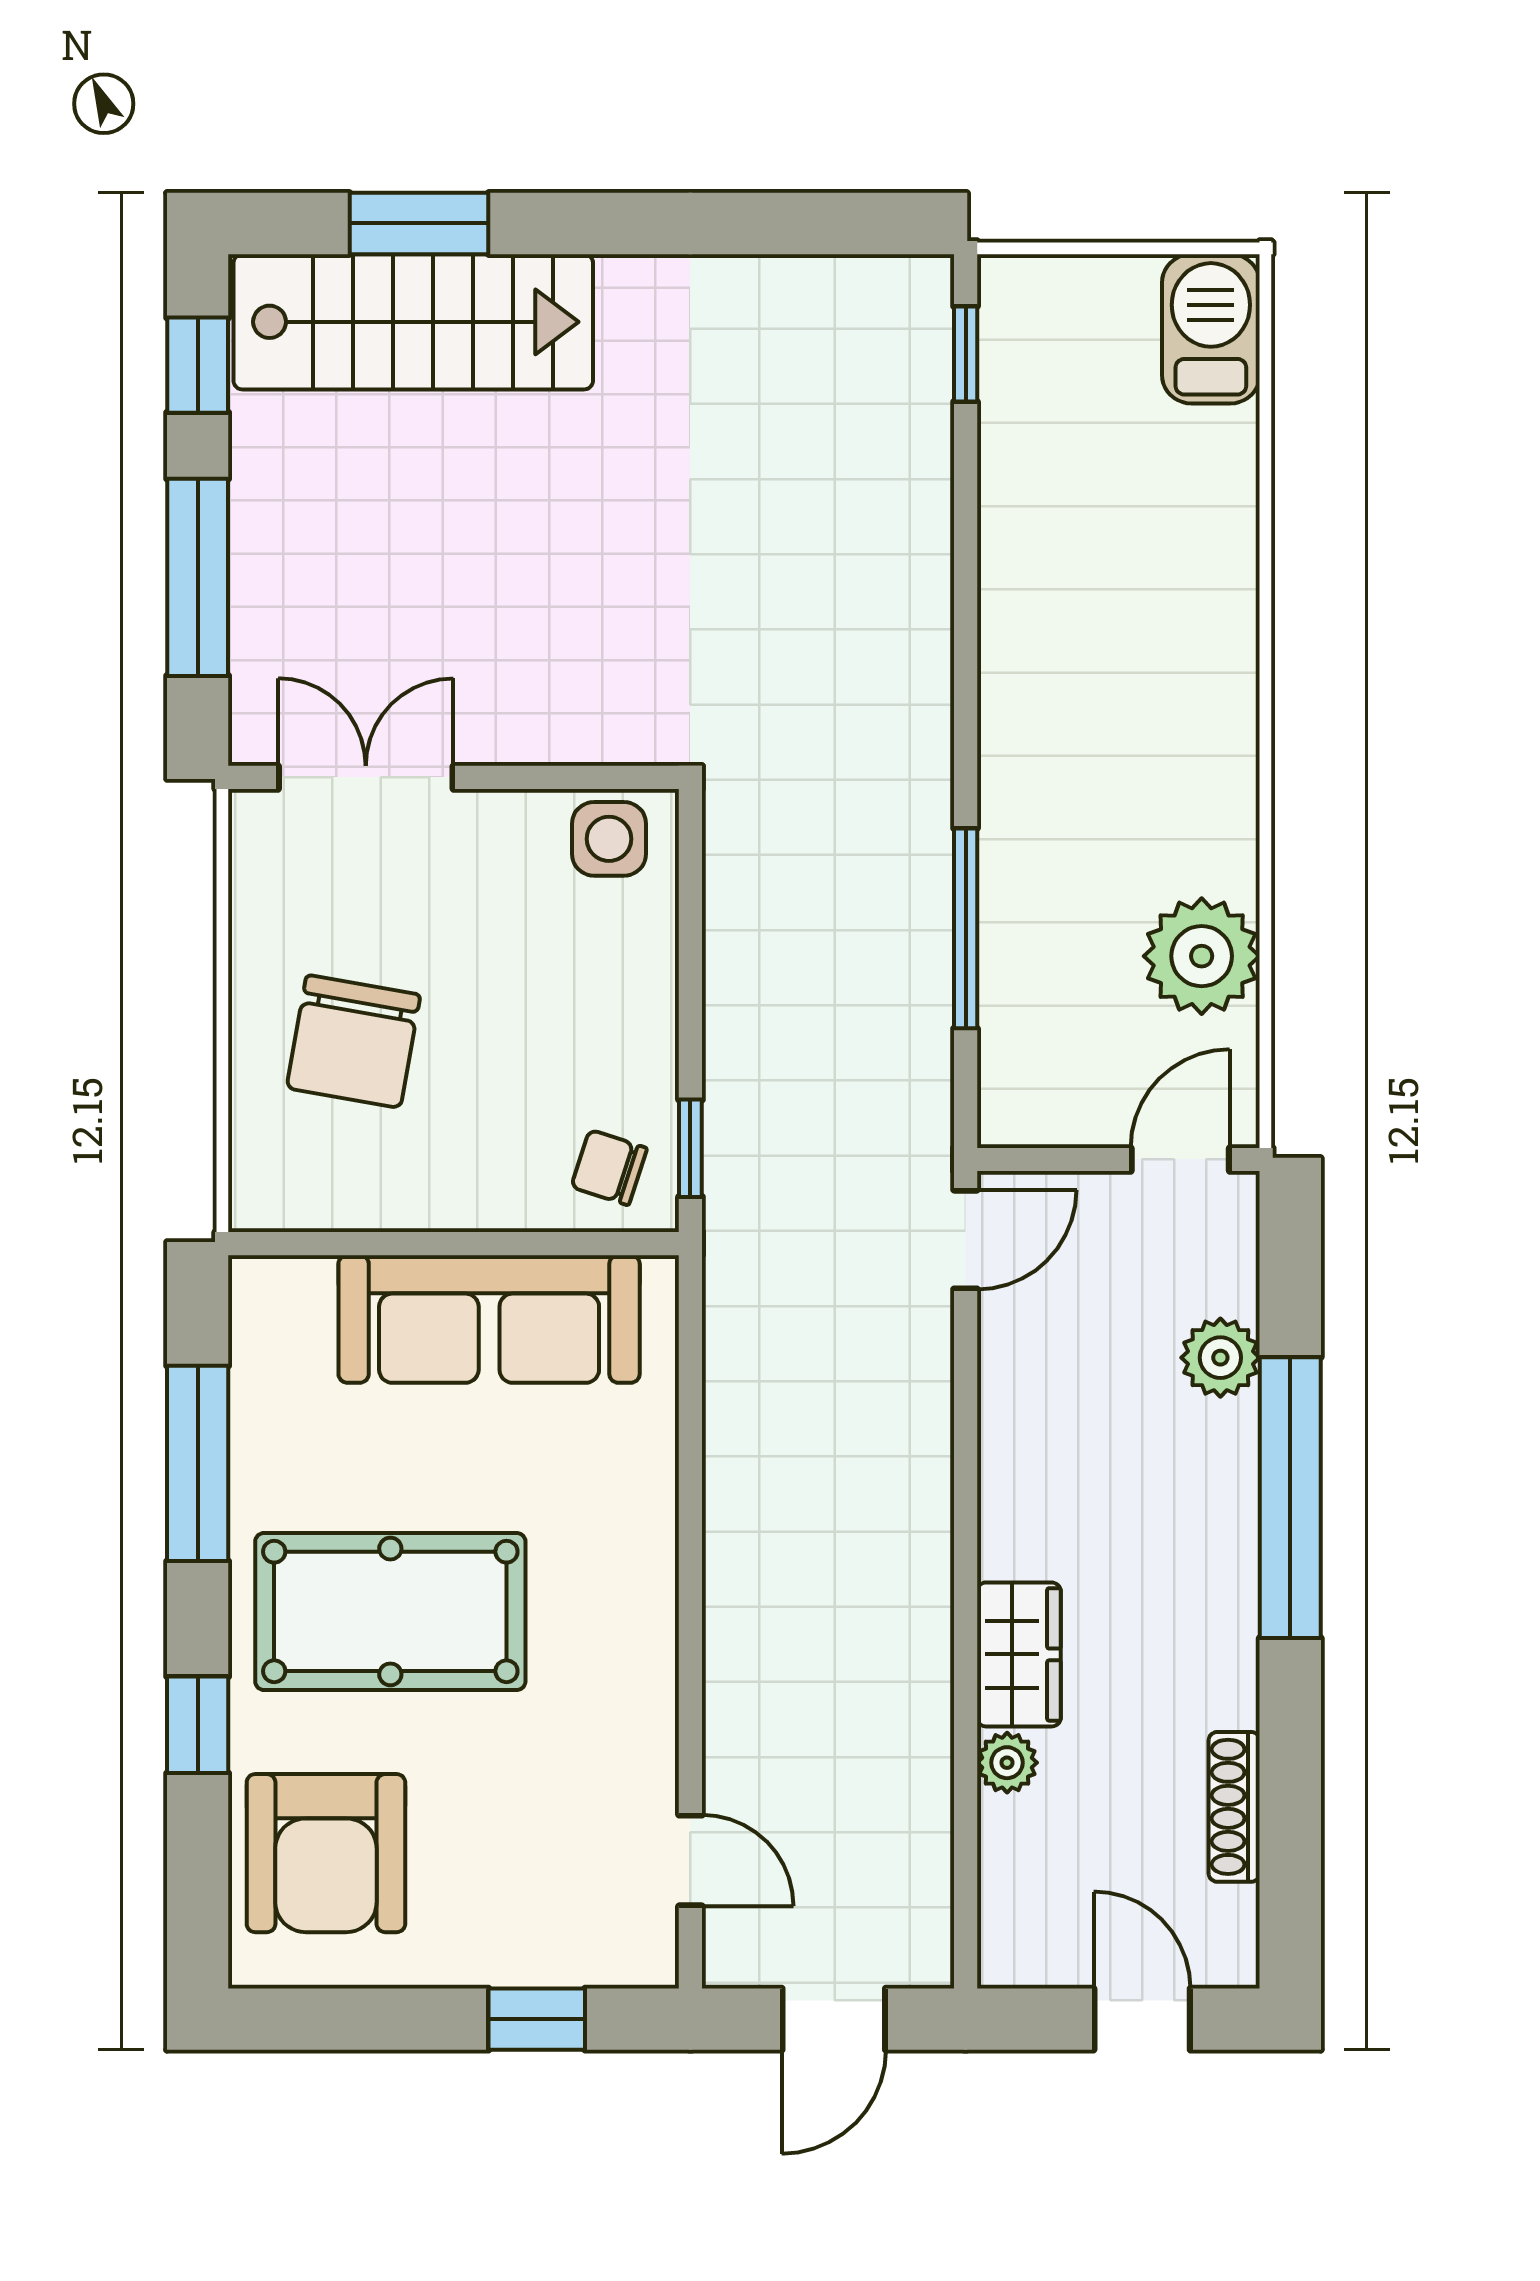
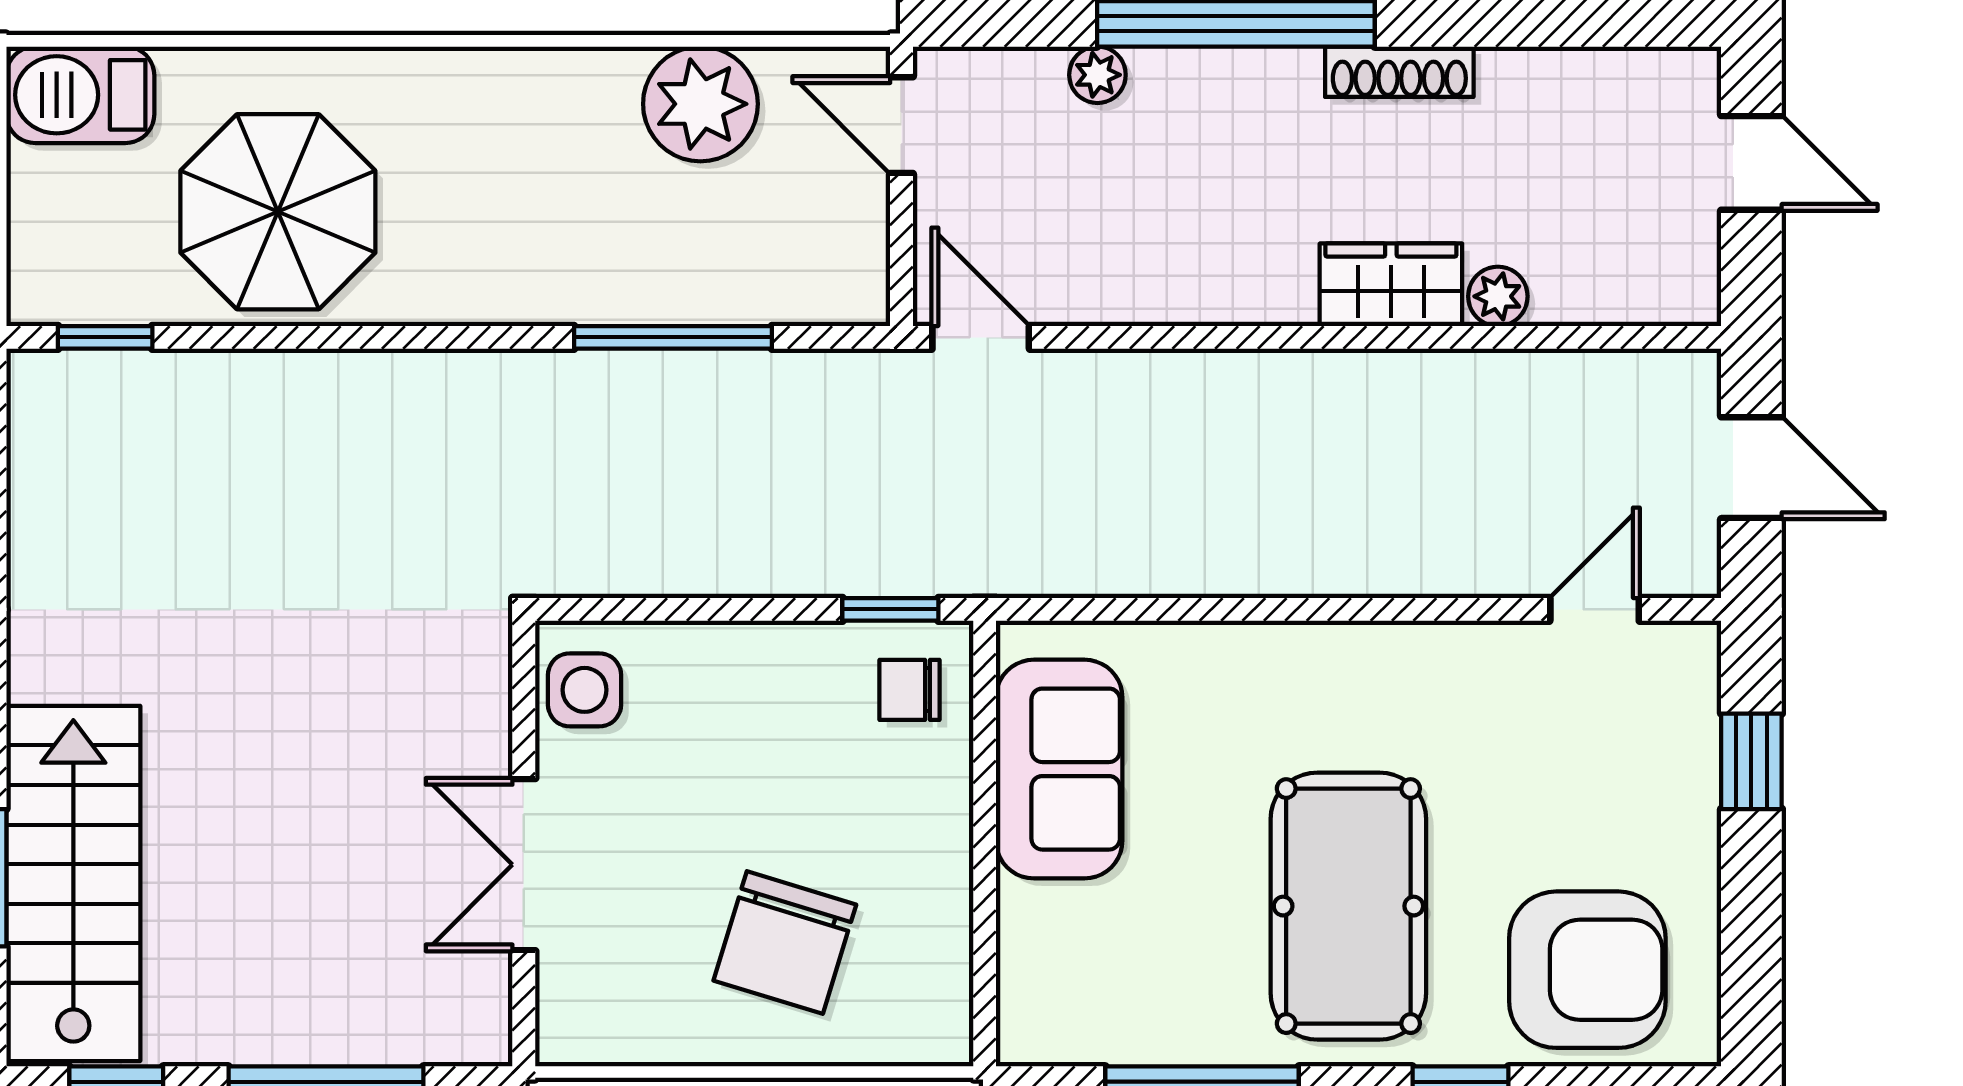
parasol: (1093, 529) -> (278, 212), added
double door: (366, 777) -> (524, 865), moved
chair: (353, 1041) -> (785, 943), turned 97
chair: (609, 1168) -> (909, 690), turned 72
sofa: (489, 1319) -> (1059, 769), width x0.73
plant: (1220, 1358) -> (1097, 75), width x0.73, depth x0.73
shoe rack: (1234, 1807) -> (1399, 72), moved
door: (1142, 2019) -> (1751, 163), swing flipped

